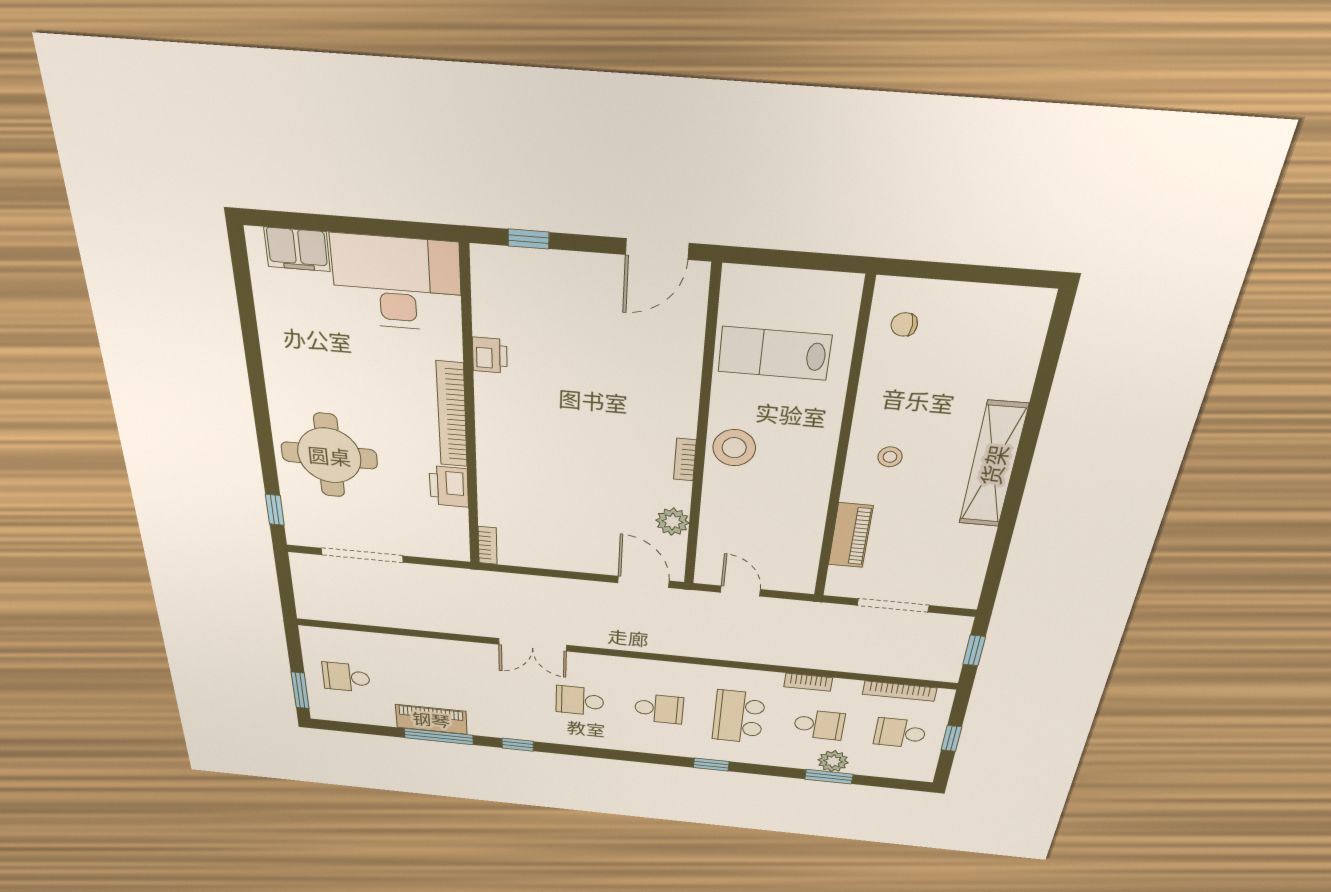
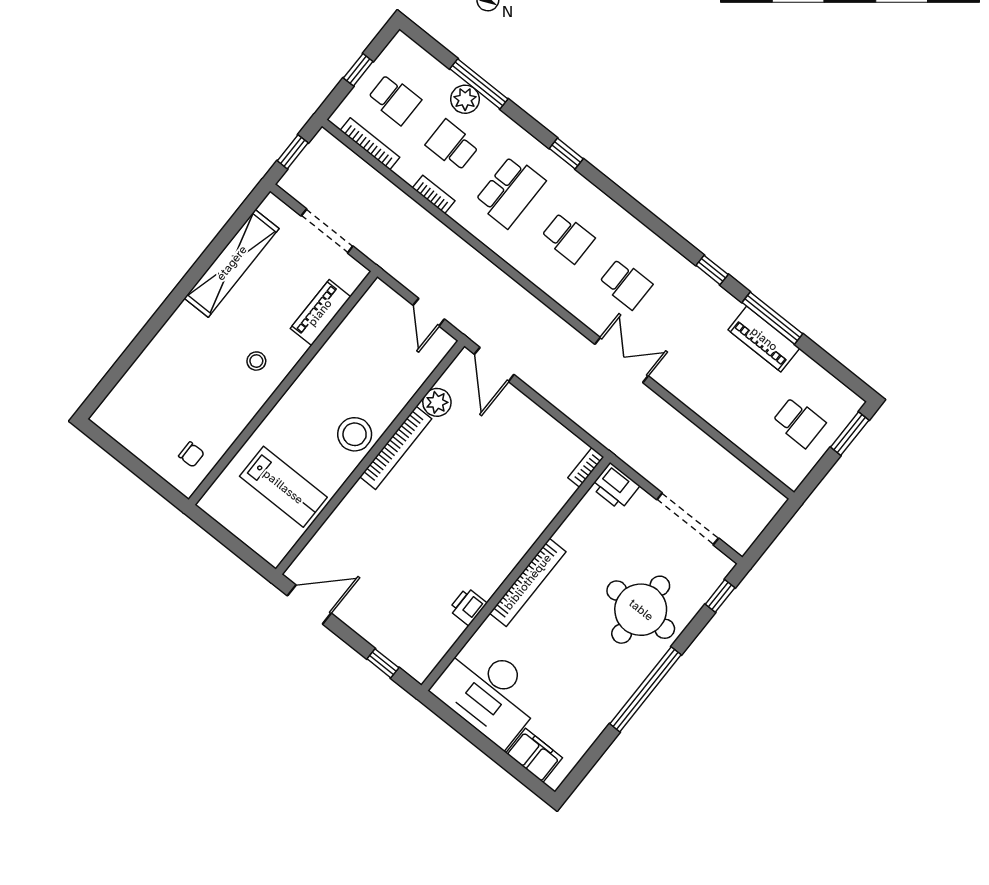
window: (258, 387) -> (646, 689), added
bookcase: (685, 460) -> (396, 448), width x2.31, depth x1.31
shelving: (993, 465) -> (232, 263), moved
printer: (449, 486) -> (615, 486), moved, turned 90
school desk: (659, 709) -> (568, 238), turned 180
window: (829, 777) -> (479, 84), width x1.44

